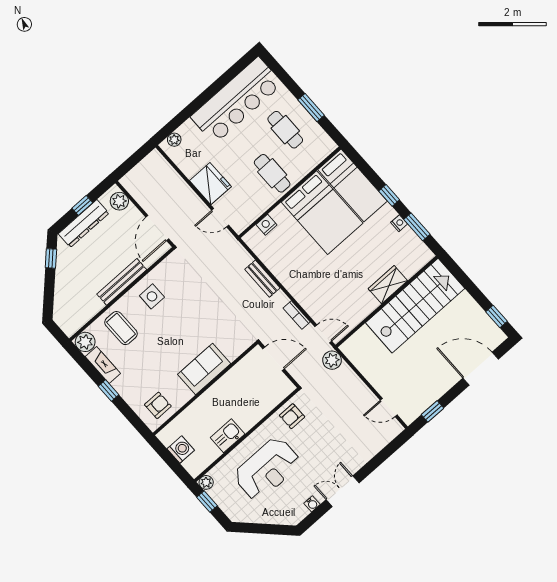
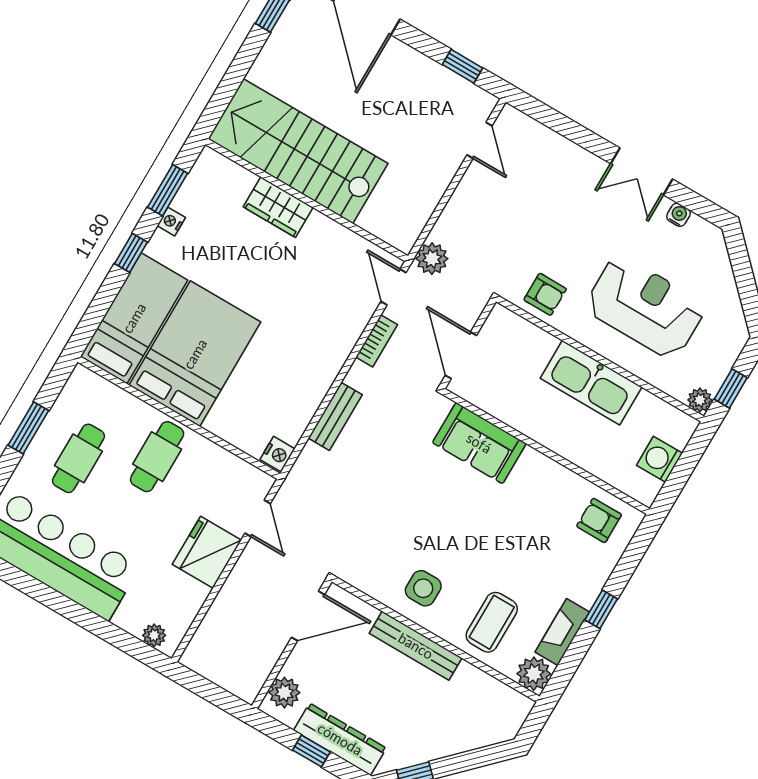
nightstand: (266, 225) -> (277, 454), moved, turned -90
sofa: (204, 369) -> (479, 443), moved
kitchen sink: (228, 436) -> (591, 383), width x1.87, depth x1.24

